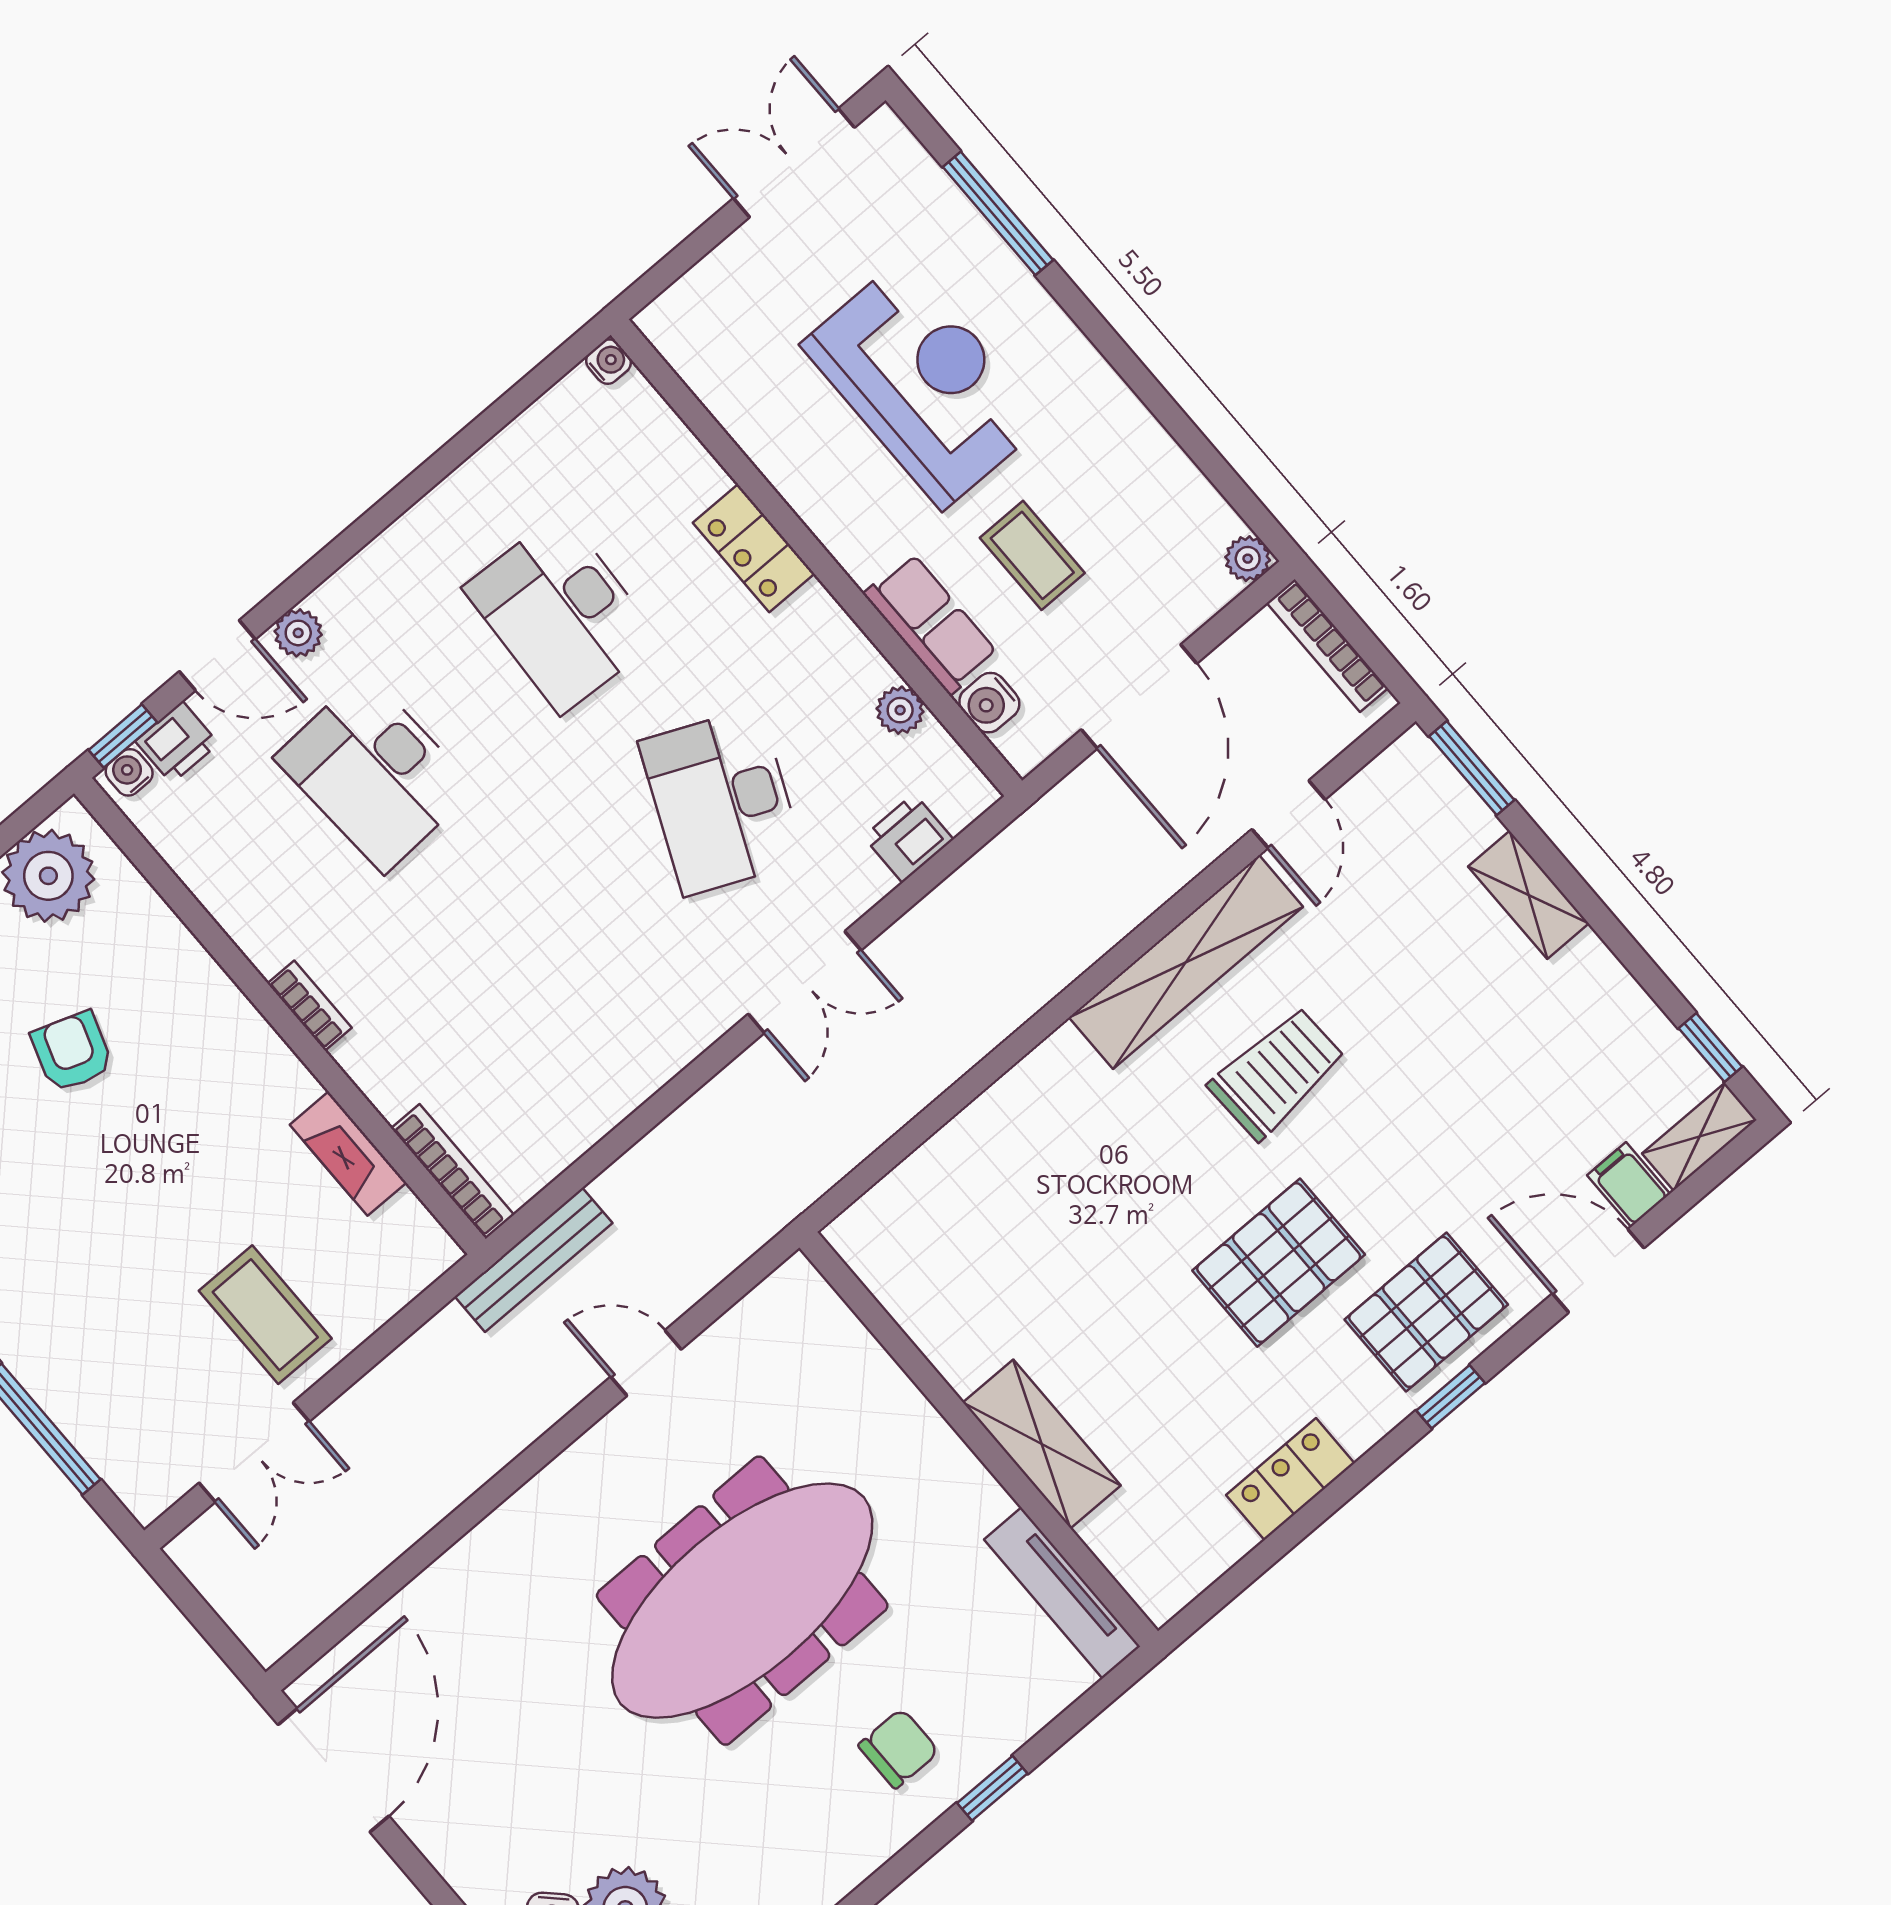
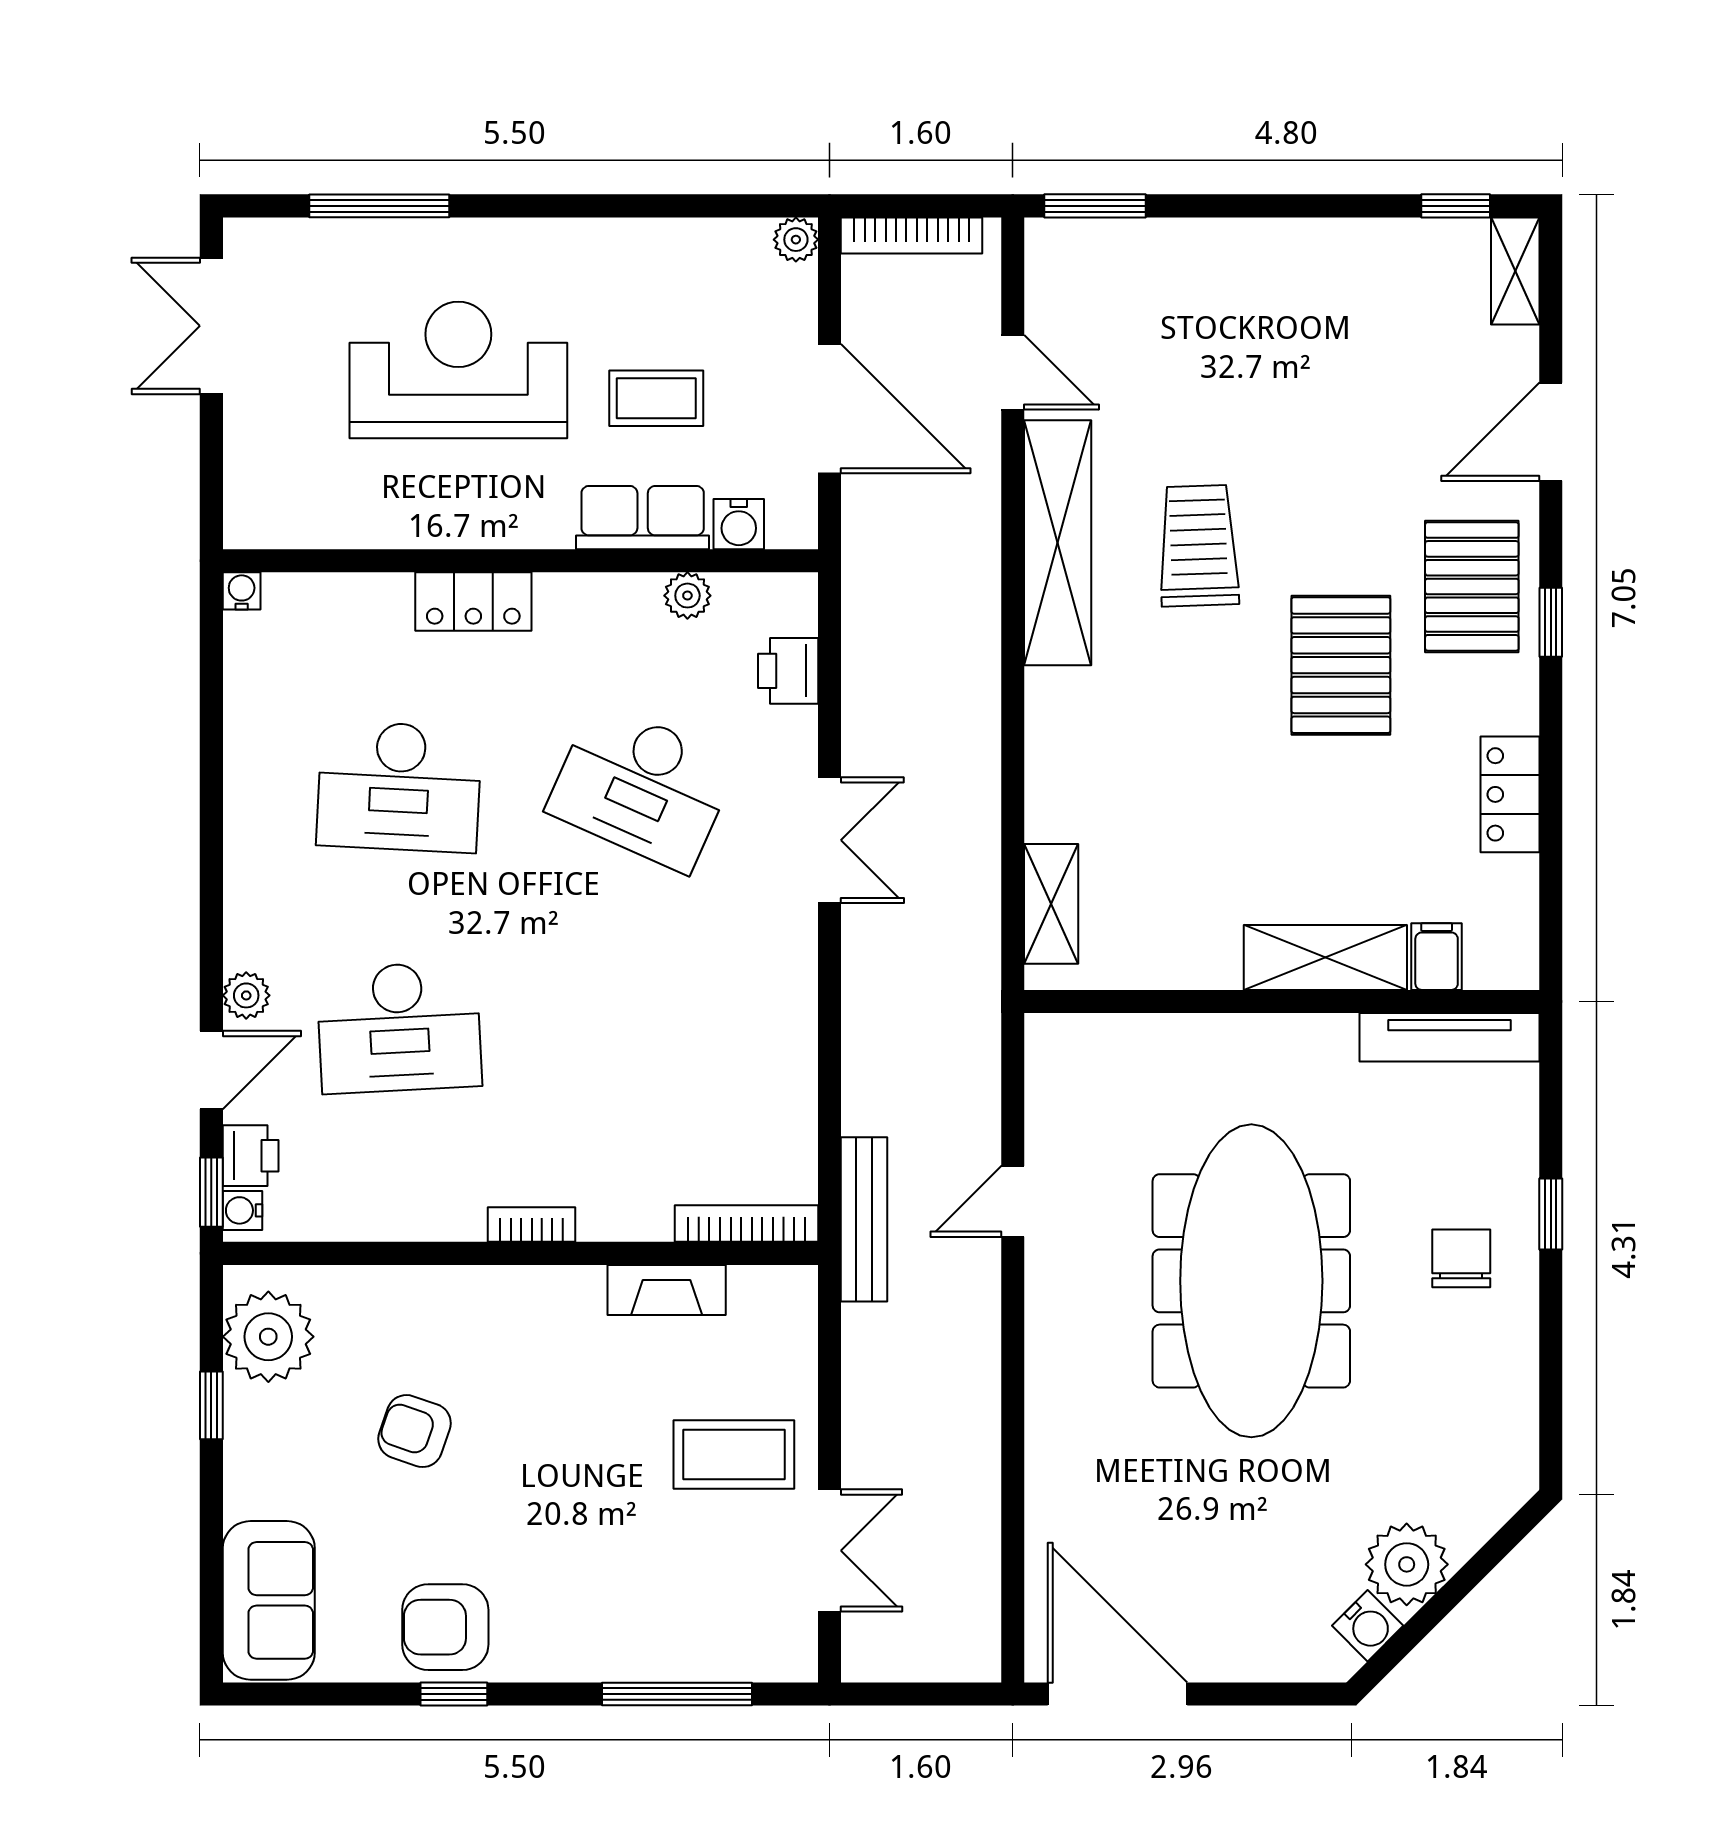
shelving: (1529, 895) -> (1051, 904), moved, turned 90
filing cabinet: (1629, 1185) -> (1437, 957), moved, turned 90

